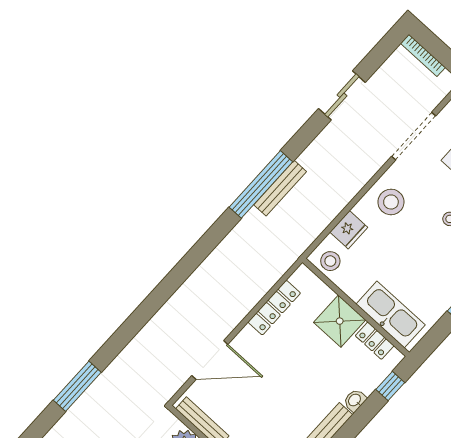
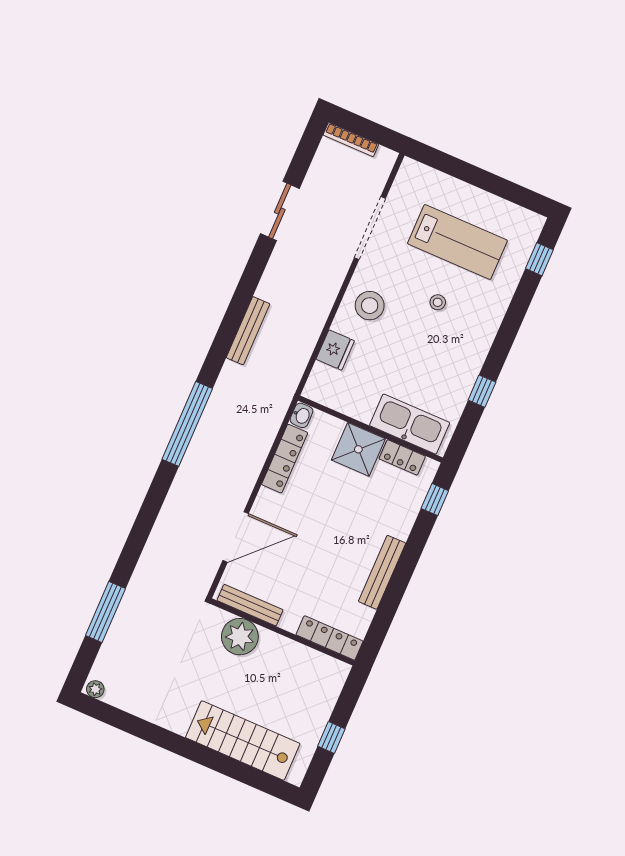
window: (261, 184) -> (187, 424), moved
stool: (330, 261) -> (327, 389), removed
washbasin: (355, 400) -> (301, 415), moved, turned 180

